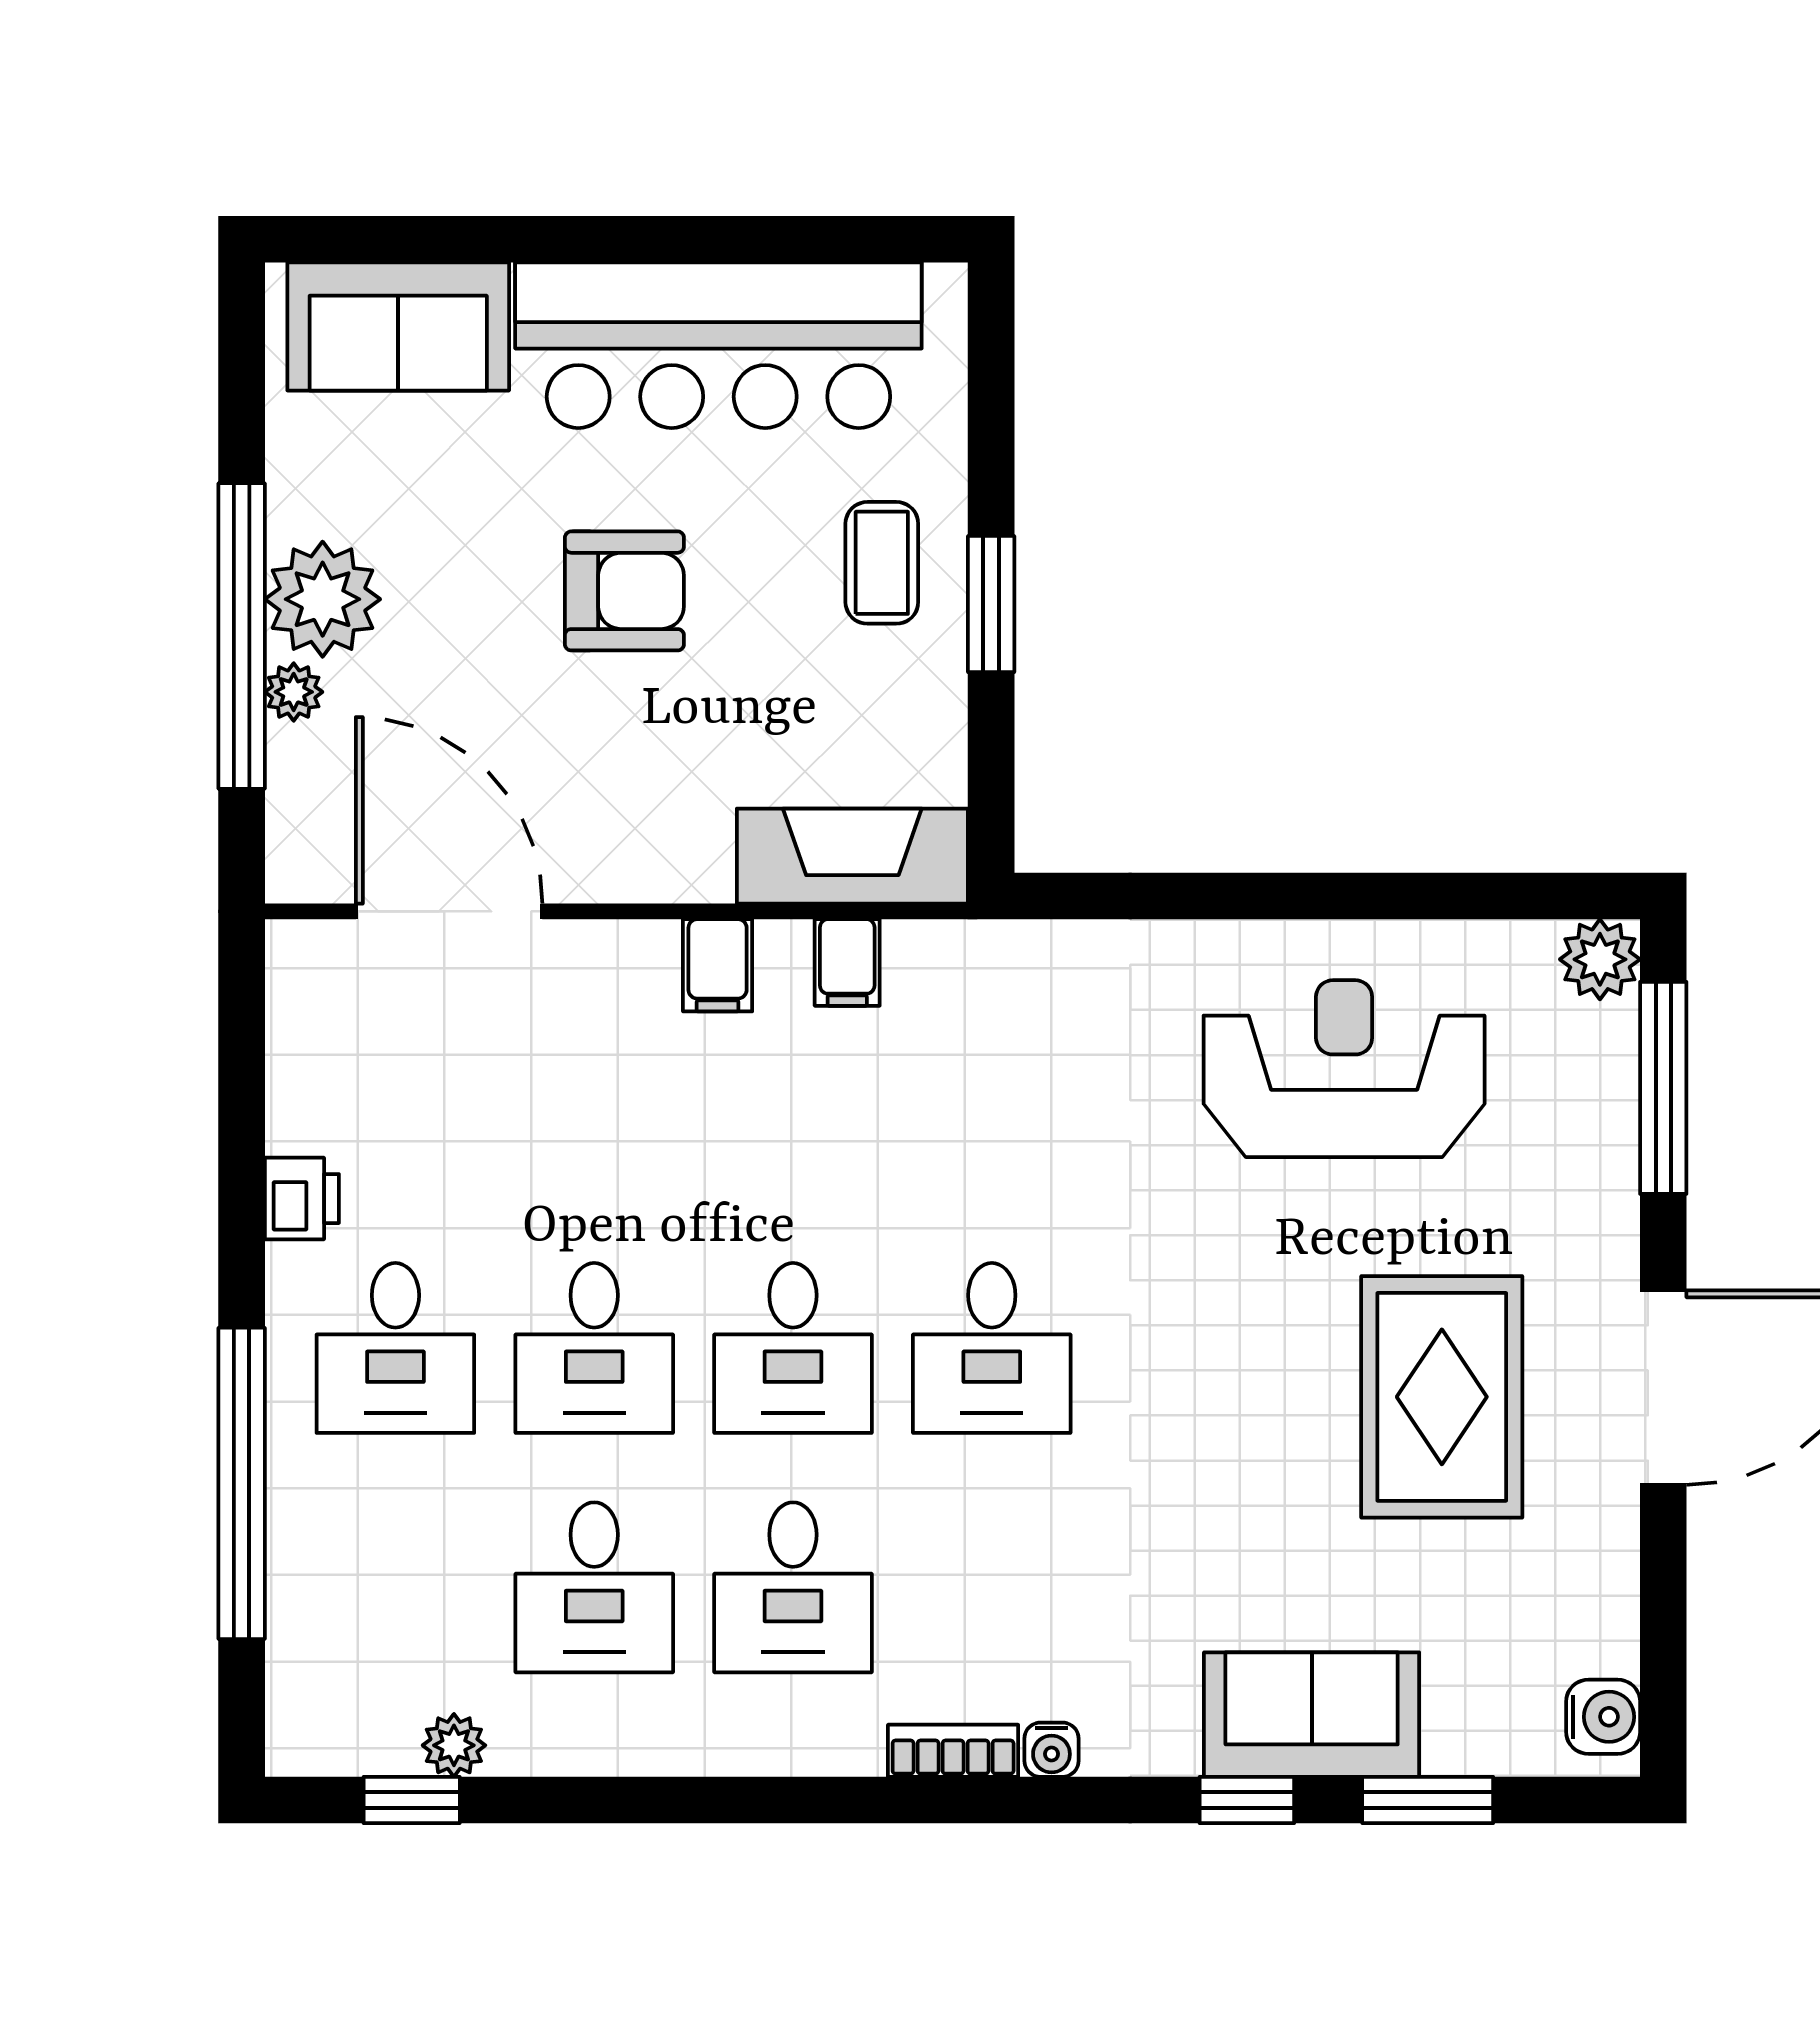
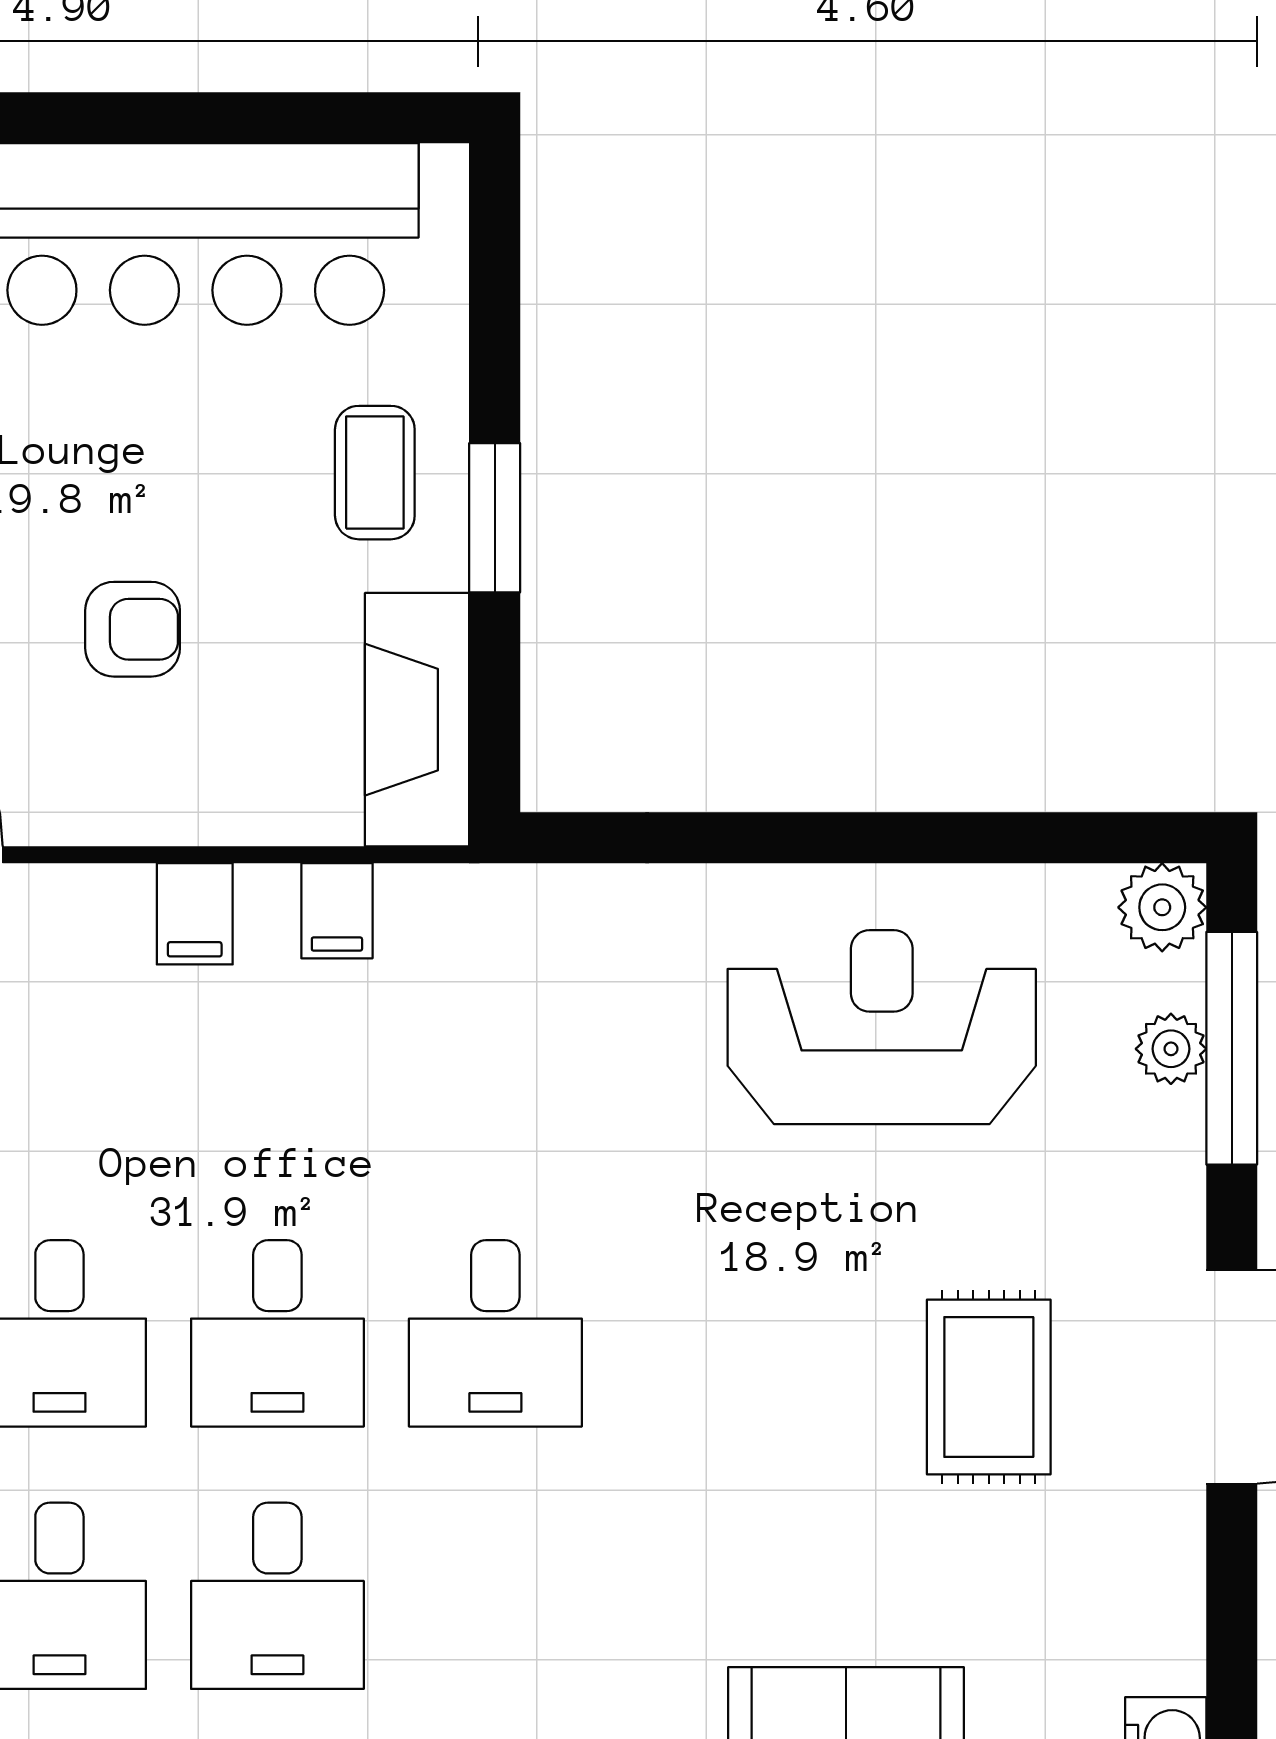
armchair: (624, 591) -> (133, 629), moved, width x0.72, depth x0.72
fireplace: (852, 856) -> (417, 720), moved, turned -90
plant: (1608, 1088) -> (1171, 1049), added
rug: (1442, 1397) -> (989, 1387), width x0.73, depth x0.70

